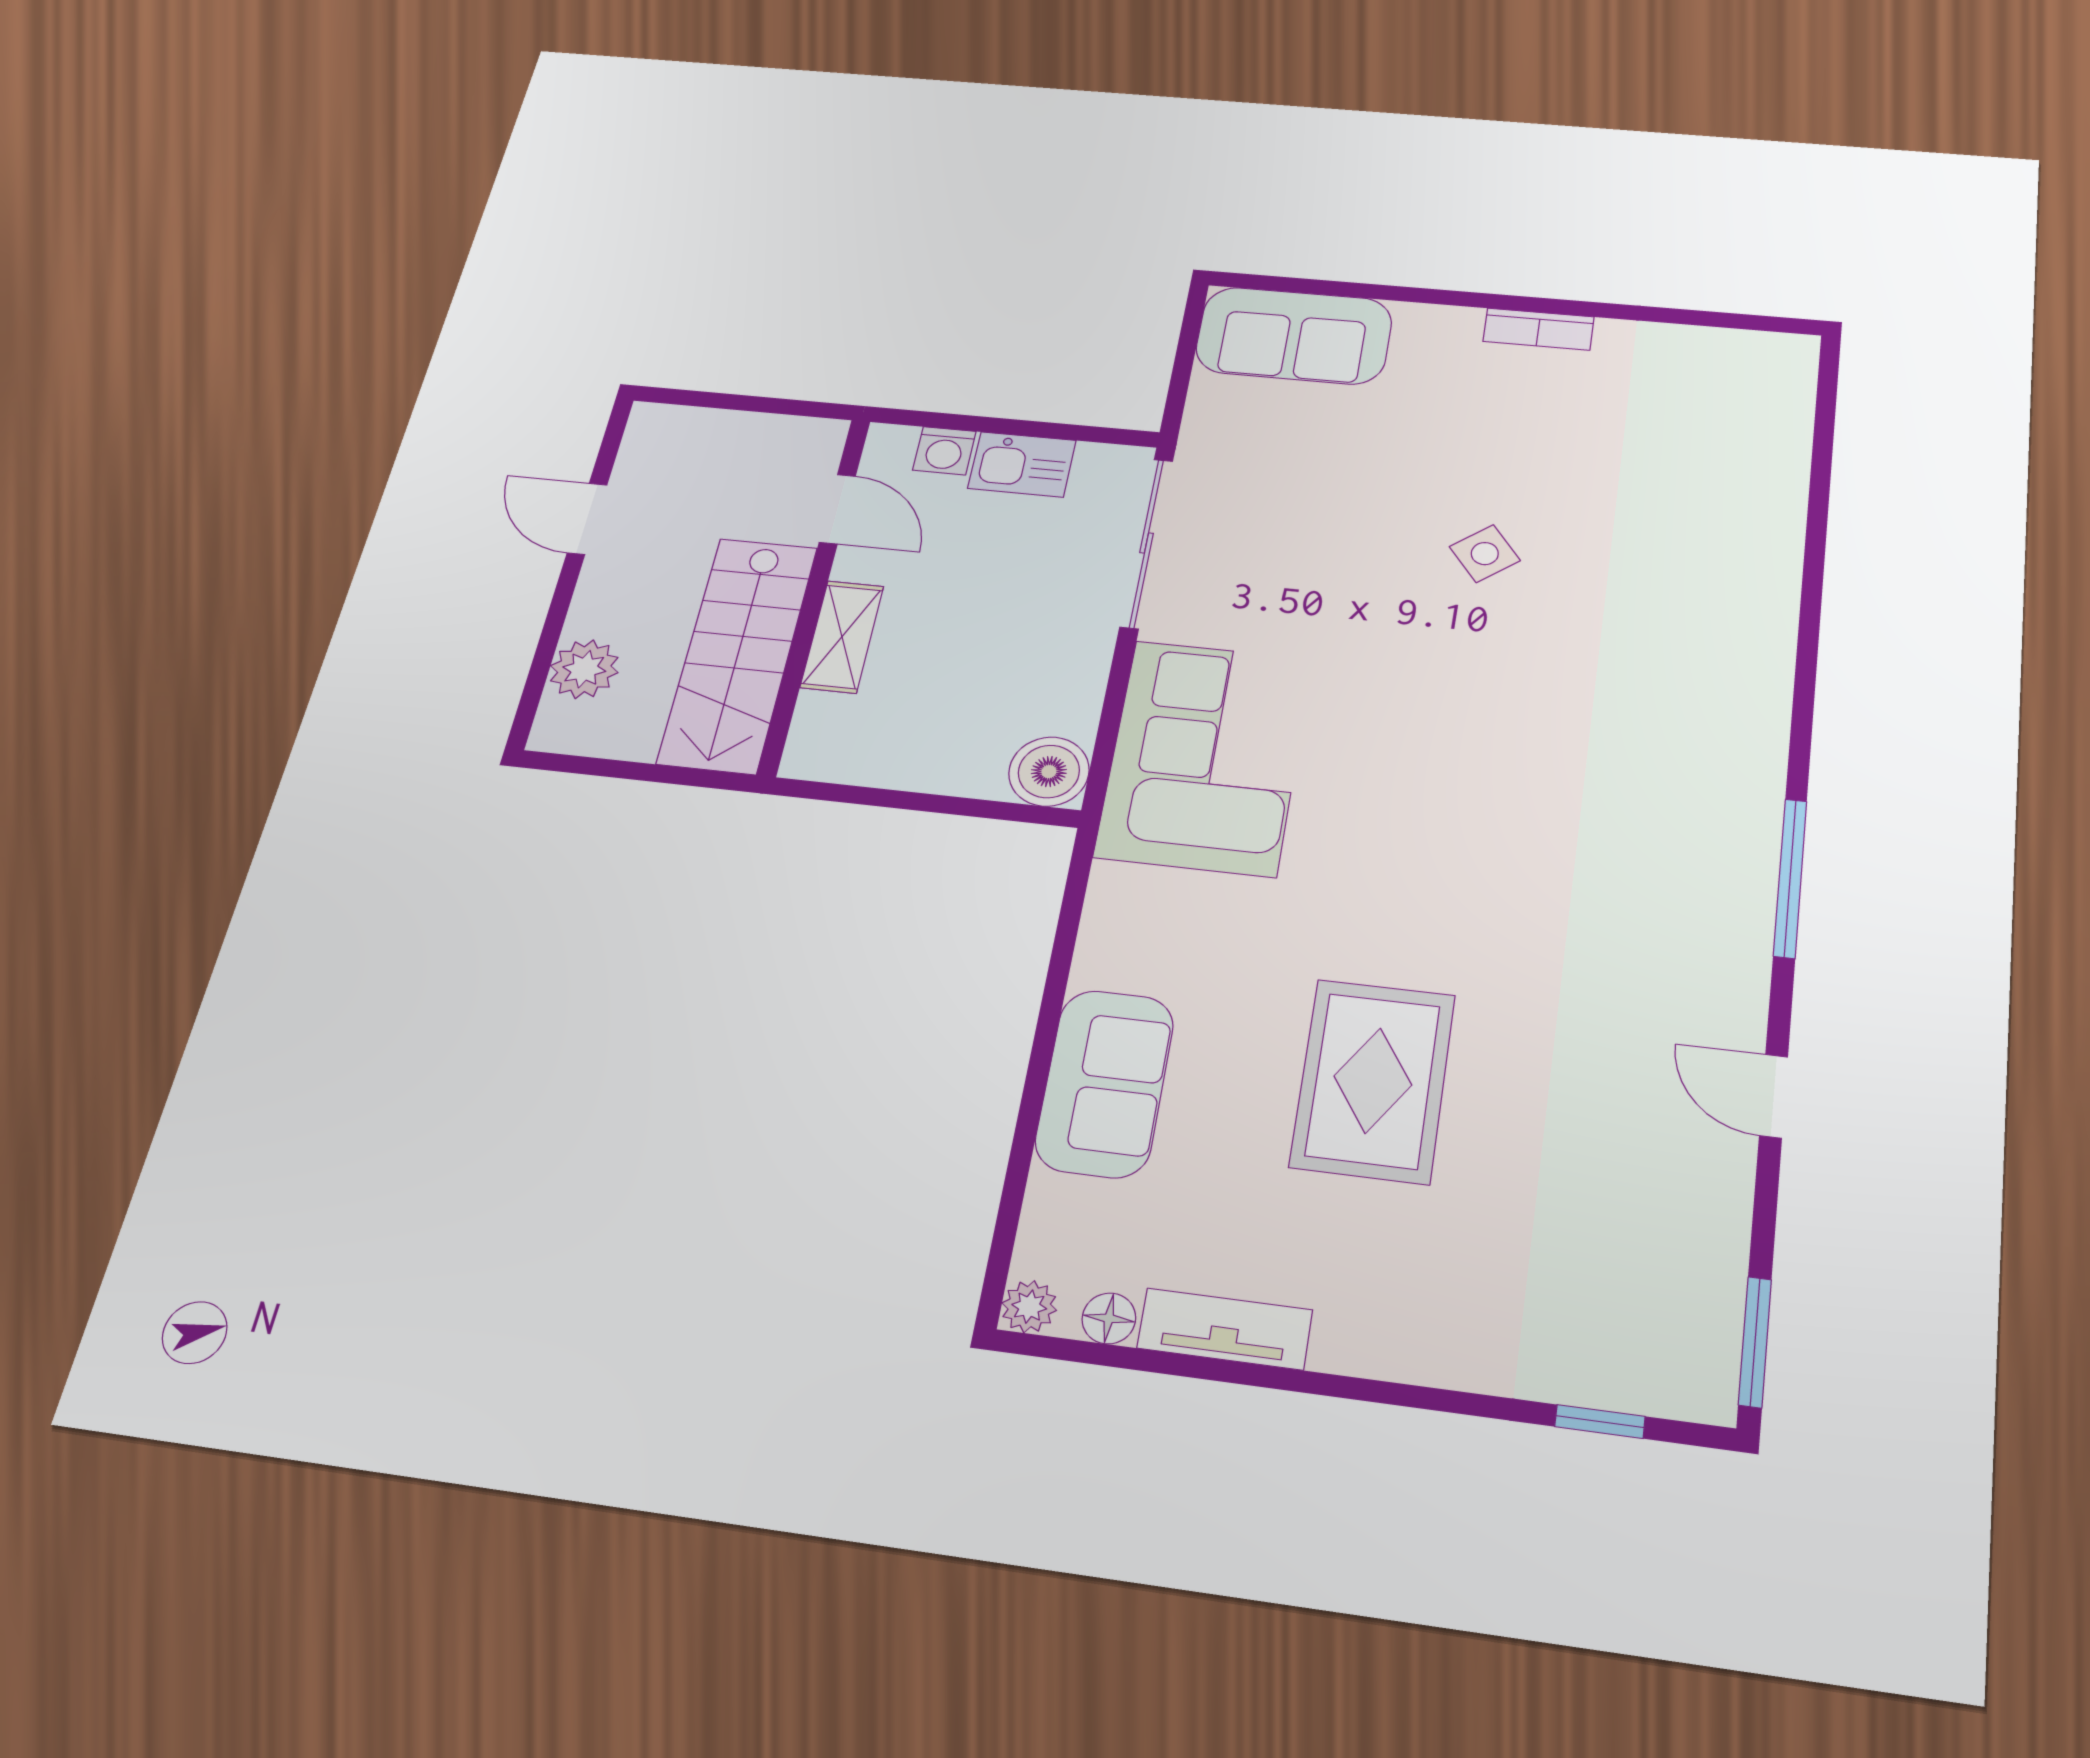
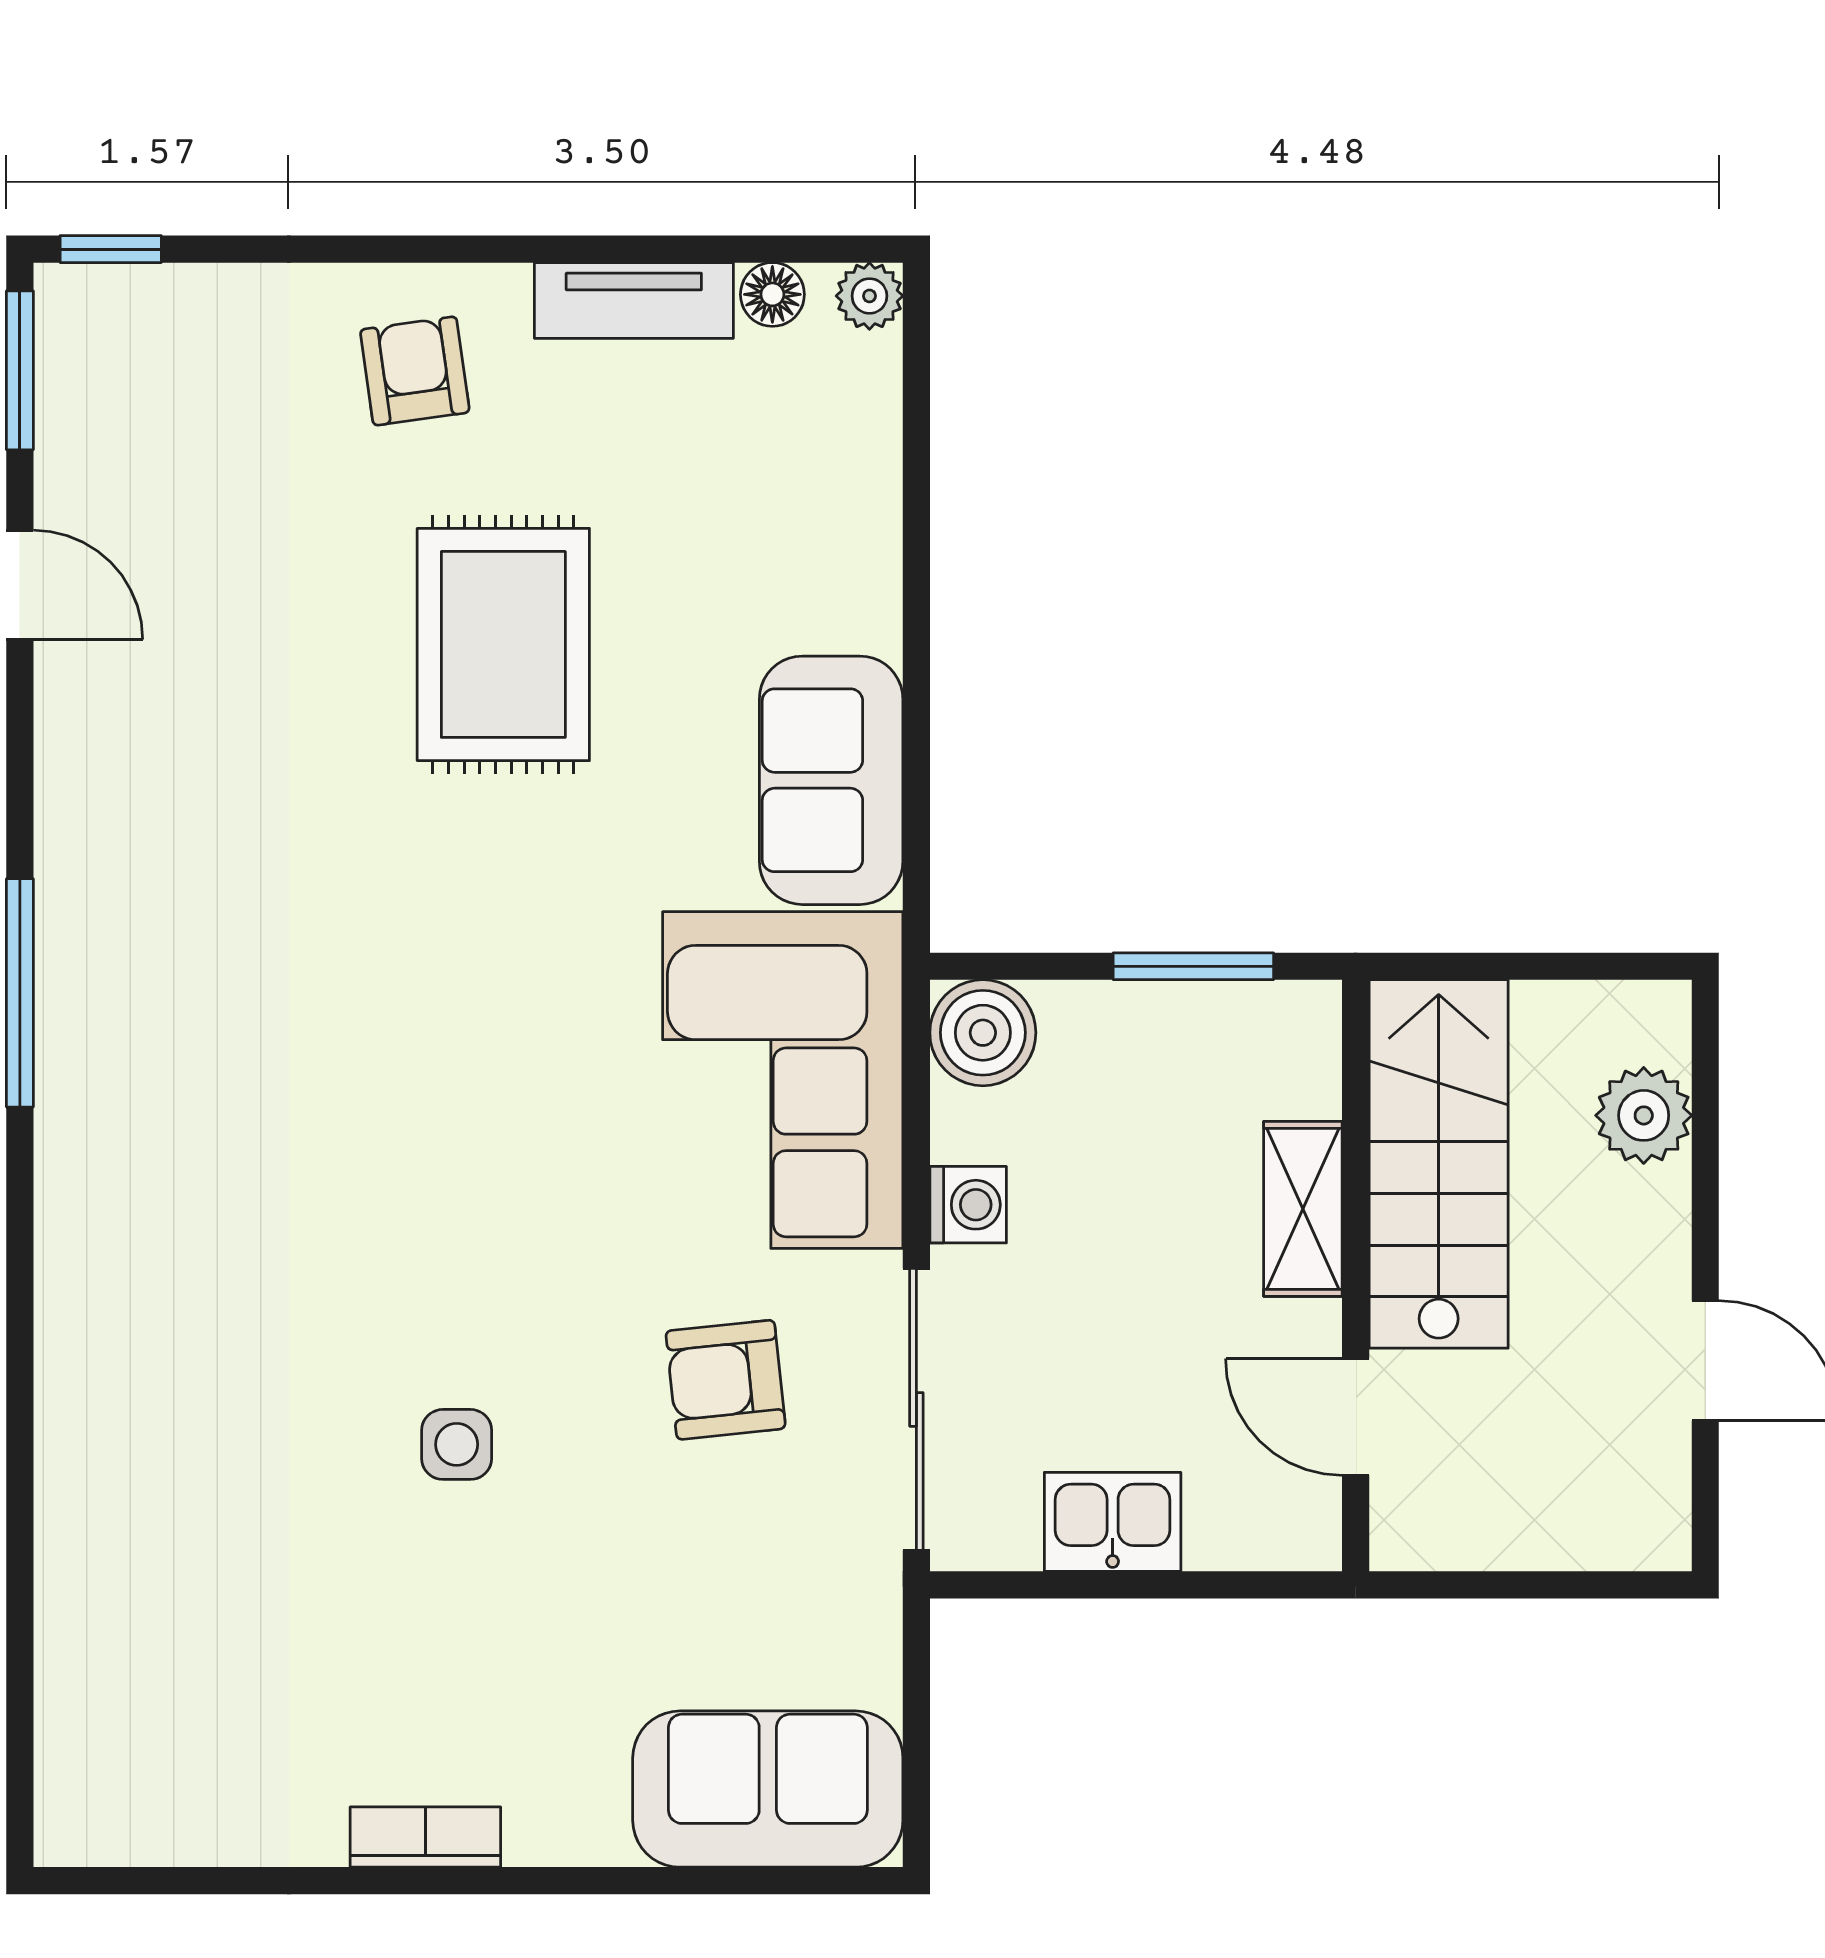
washing machine: (944, 451) -> (968, 1205), moved, turned 90
side table: (1485, 554) -> (457, 1444), turned 38
armchair: (1281, 574) -> (726, 1380), added
window: (883, 798) -> (1193, 966), added
sofa: (1105, 1083) -> (831, 780), moved
door: (1774, 1096) -> (20, 585), moved
armchair: (1417, 1297) -> (415, 371), added
window: (1600, 1422) -> (111, 249), moved

